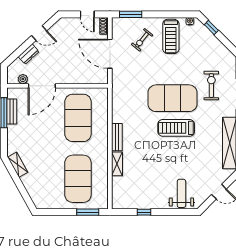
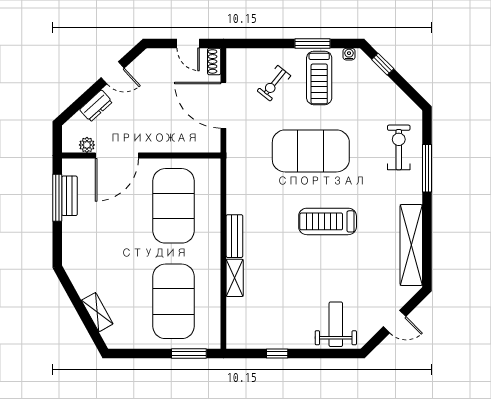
window: (131, 14) -> (313, 43), moved
exercise bike: (211, 86) -> (399, 147), moved
exercise mat: (172, 98) -> (311, 151), moved
shelving: (18, 165) -> (97, 312), moved

